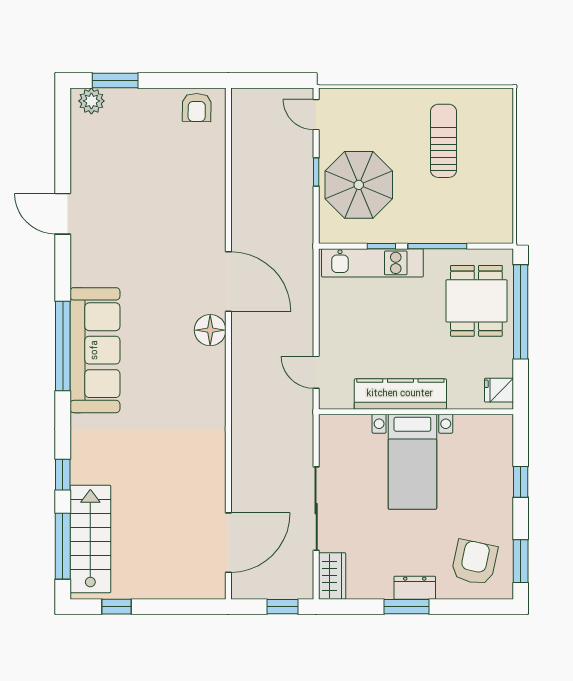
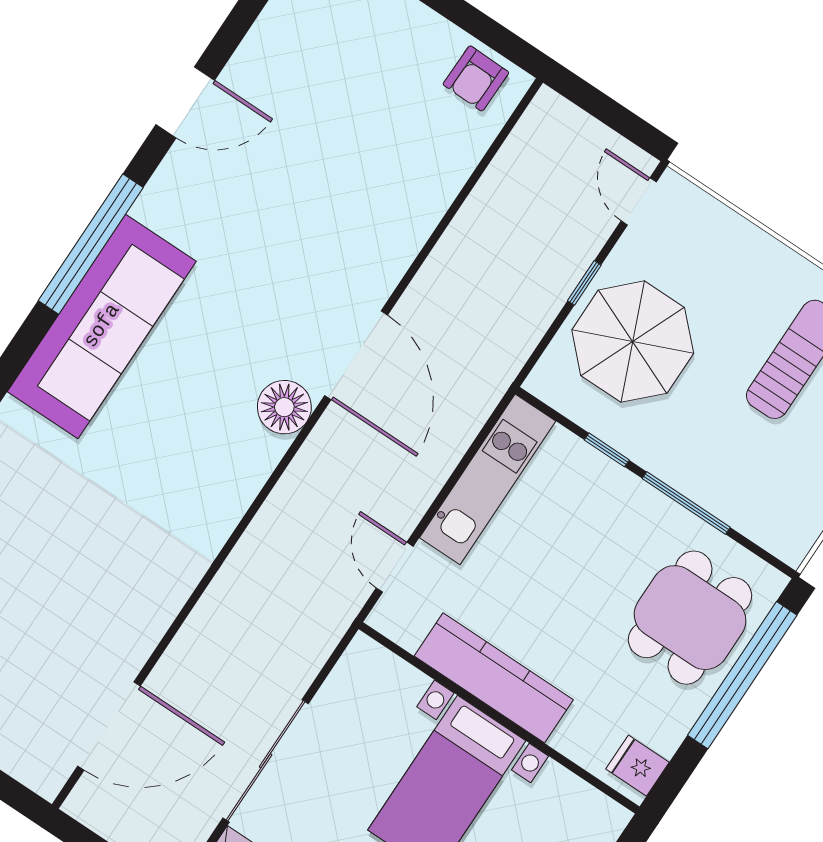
door: (63, 214) -> (185, 102), swing flipped
kitchen unit: (372, 263) -> (488, 479), moved, turned -90
window: (63, 346) -> (91, 244), moved

